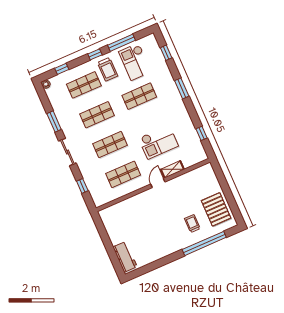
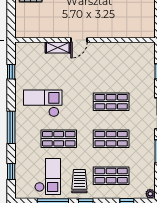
window: (182, 88) -> (11, 127), width x1.44
checkout: (158, 142) -> (43, 103), moved
shop shelf: (123, 174) -> (111, 65), removed

